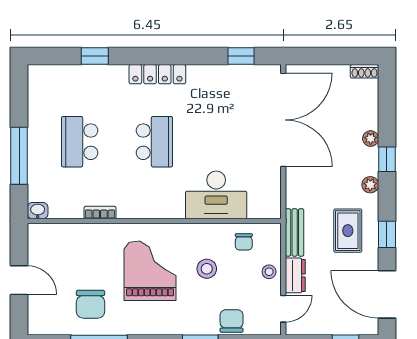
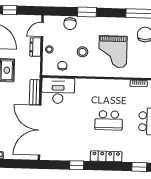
window: (241, 56) -> (77, 165), moved
school desk: (154, 142) -> (109, 120), turned -90
desk: (216, 195) -> (58, 91), moved
bench: (295, 232) -> (35, 92), moved

